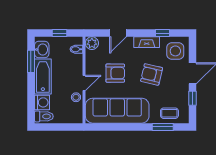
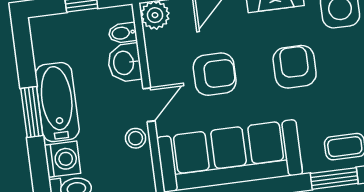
washbasin: (42, 50) -> (125, 63), moved, turned 180
window: (31, 61) -> (32, 112), moved
armchair: (152, 74) -> (295, 67), turned 77

